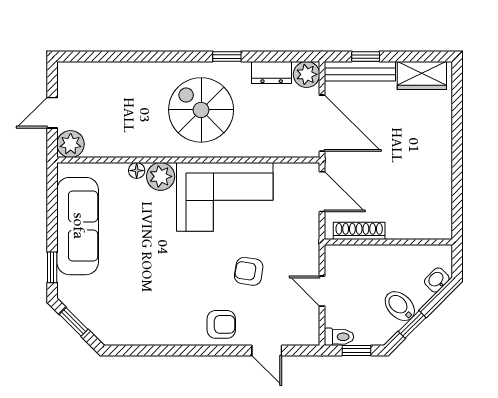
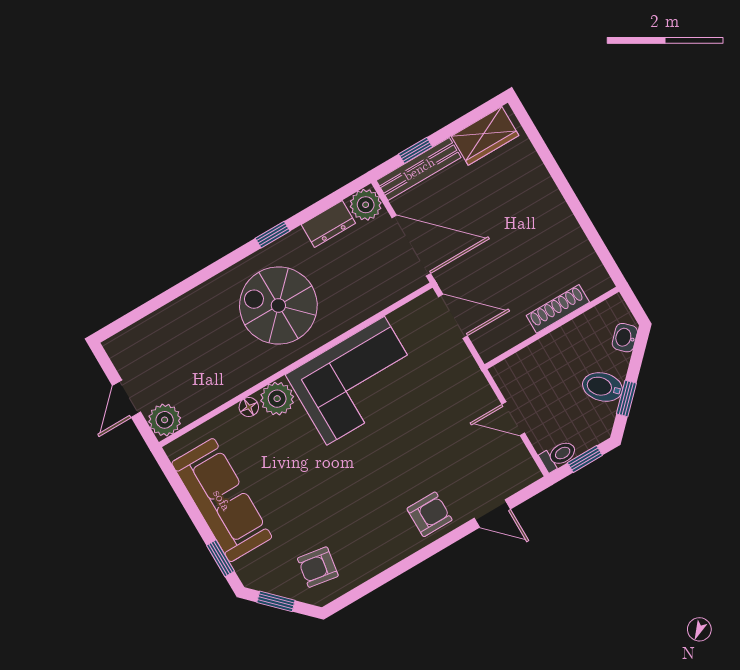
shoe rack: (359, 231) -> (558, 309), moved
armchair: (249, 271) -> (318, 567), moved

